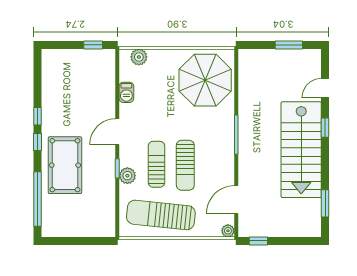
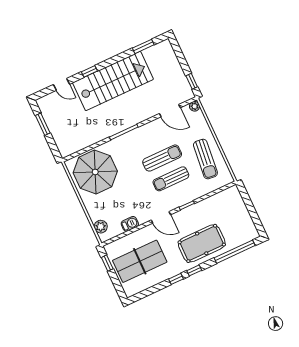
table tennis table: (78, 84) -> (140, 261), added
plant: (127, 176) -> (189, 196), removed
sun lounger: (161, 215) -> (205, 159), width x0.73, depth x0.75

